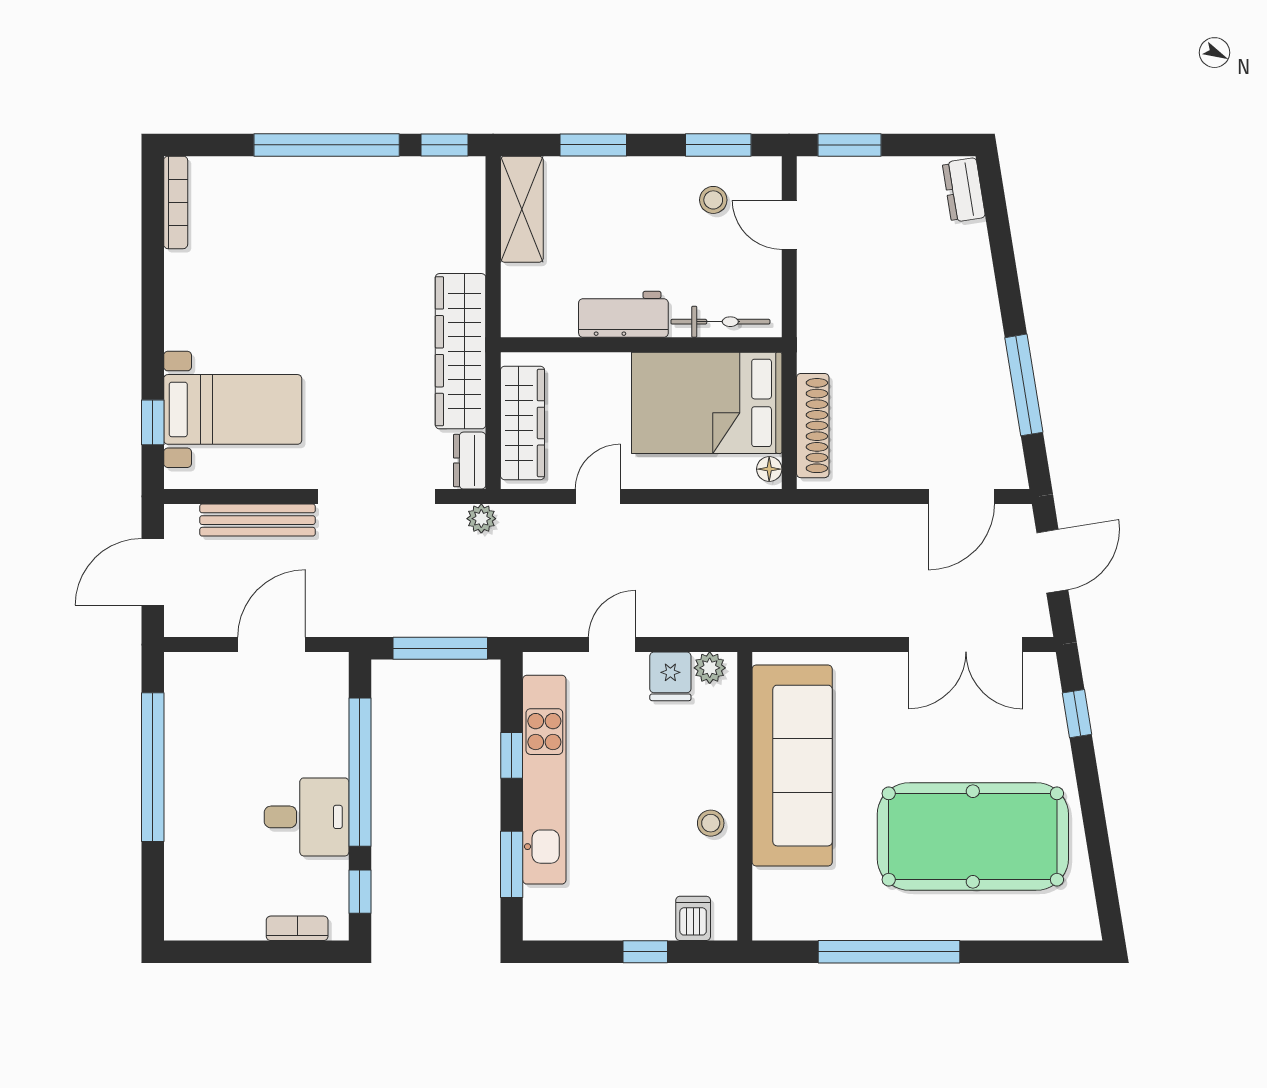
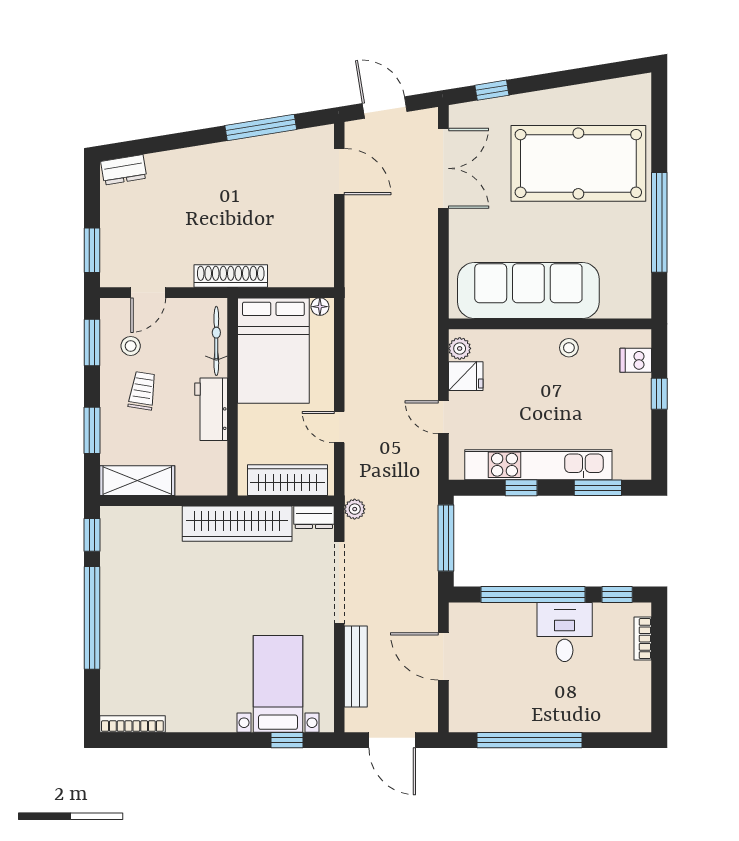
trolley: (650, 217) -> (142, 391), added
shoe rack: (813, 426) -> (231, 276), moved
pool table: (973, 837) -> (578, 163), turned 90

